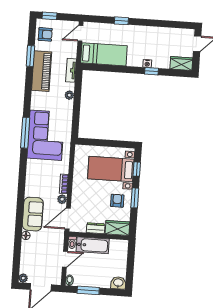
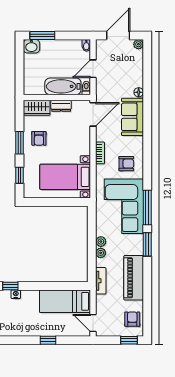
door: (80, 33) -> (93, 323), swing flipped
armchair: (45, 34) -> (132, 319), turned 90
window: (30, 56) -> (147, 244), moved
bed with nightstands: (111, 169) -> (65, 177), moved, turned 180
armchair: (41, 173) -> (126, 164), added
plant: (62, 199) -> (101, 242), moved
window: (88, 290) -> (42, 35), moved

